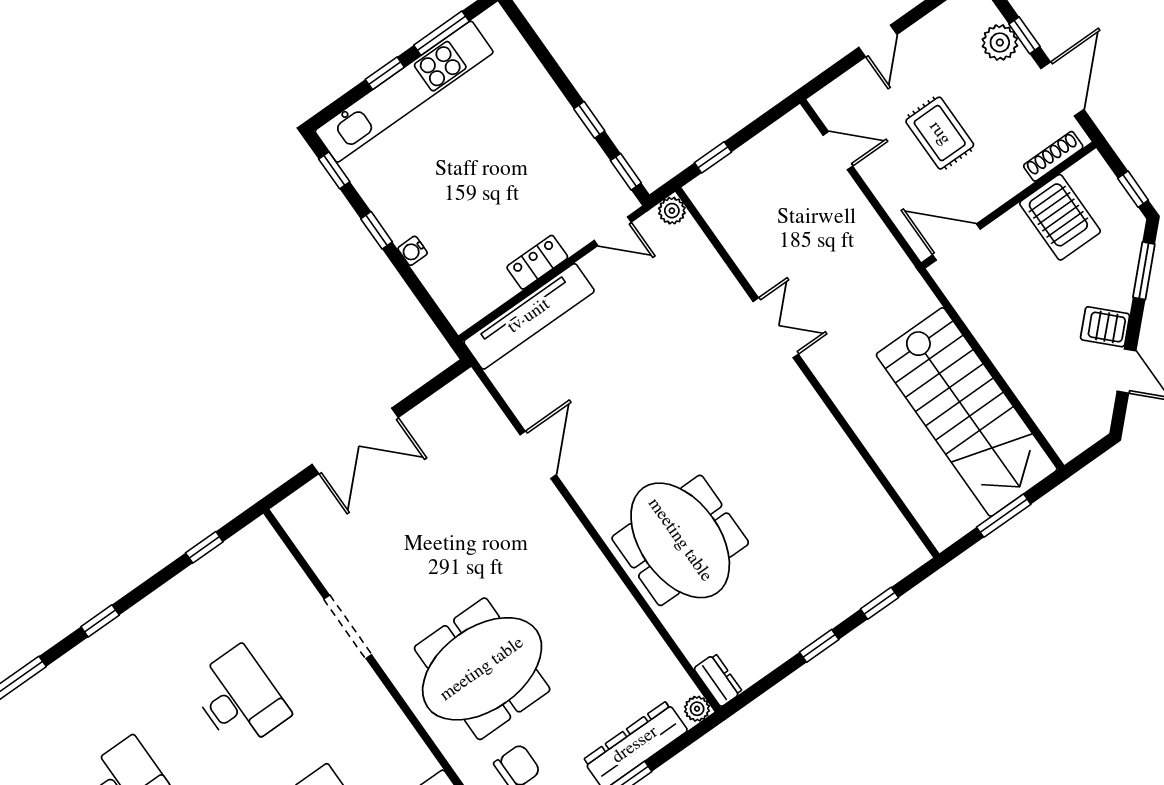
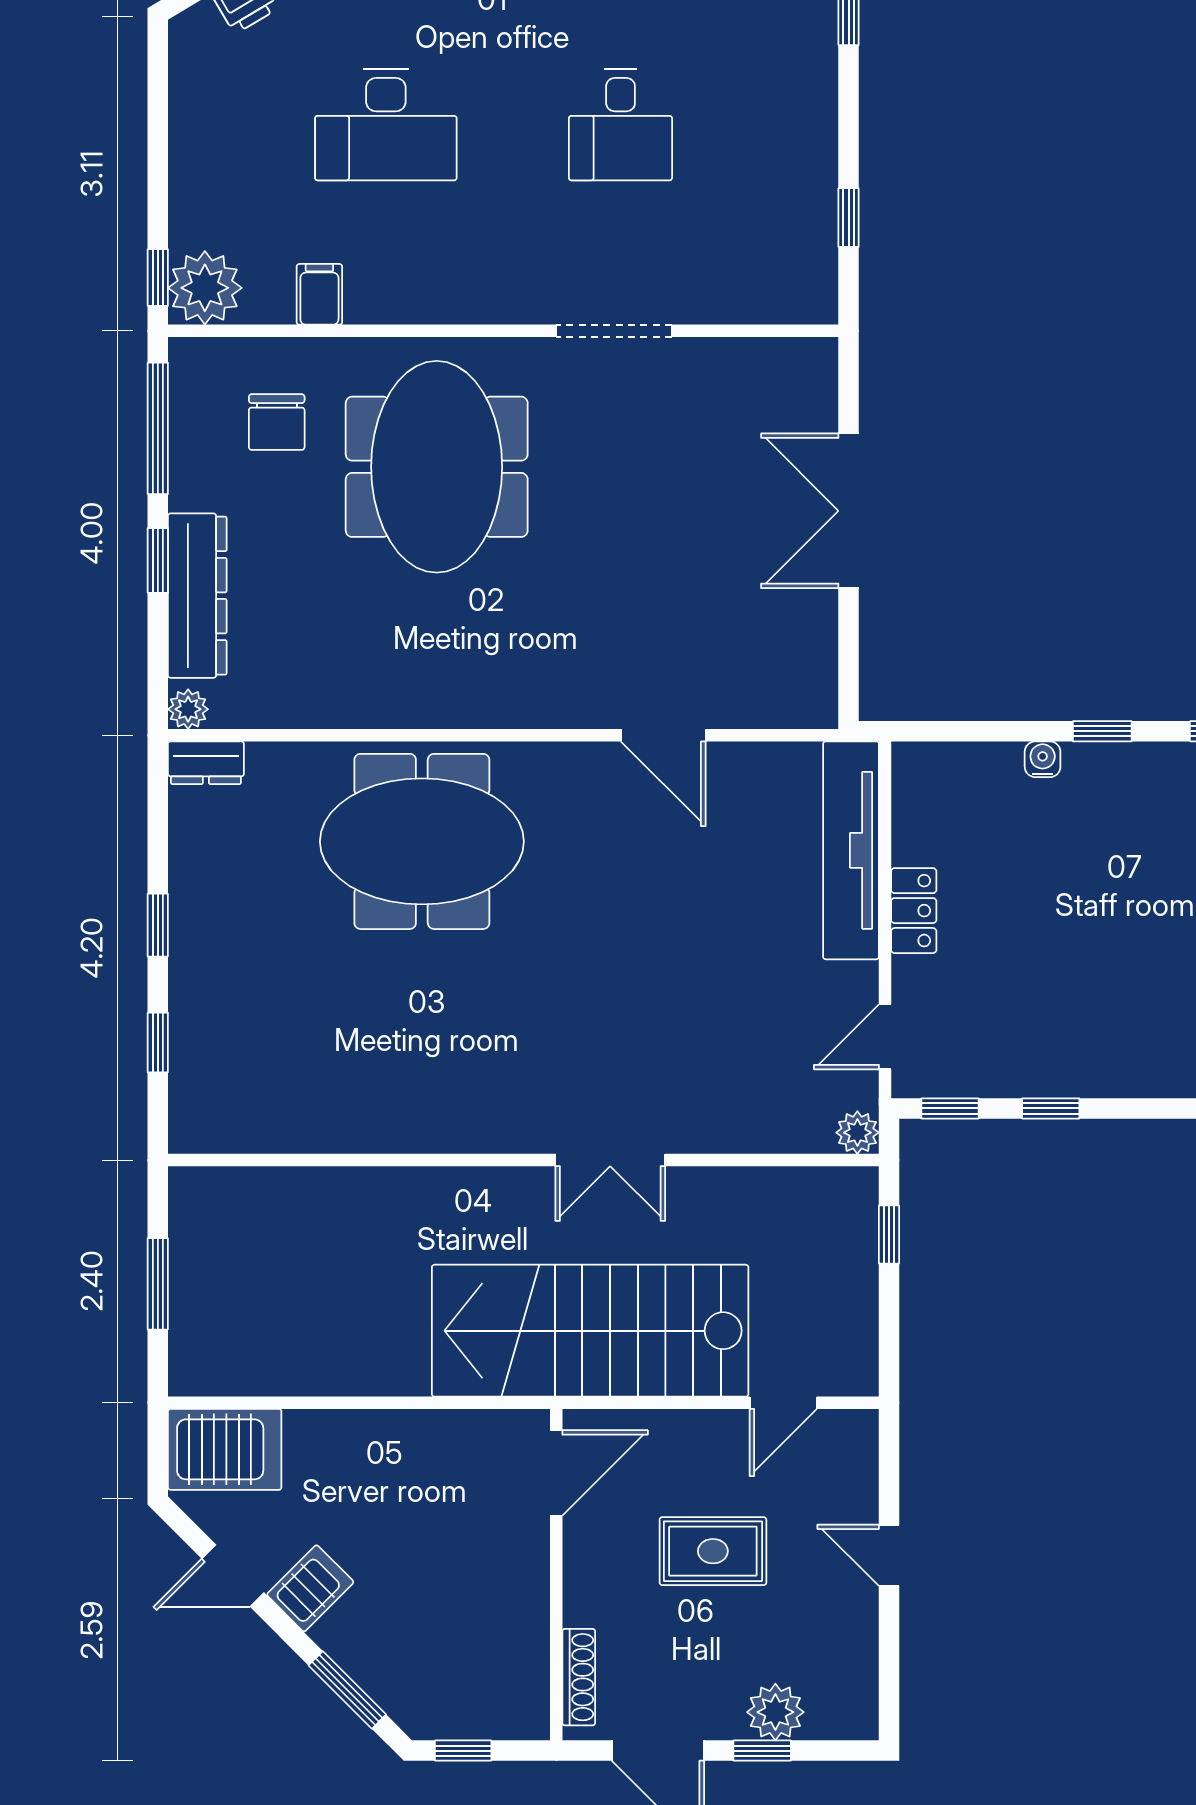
server rack: (1060, 217) -> (225, 1449), moved, turned 180
stairs: (967, 412) -> (590, 1331), moved
desk: (239, 698) -> (621, 125), width x0.73

